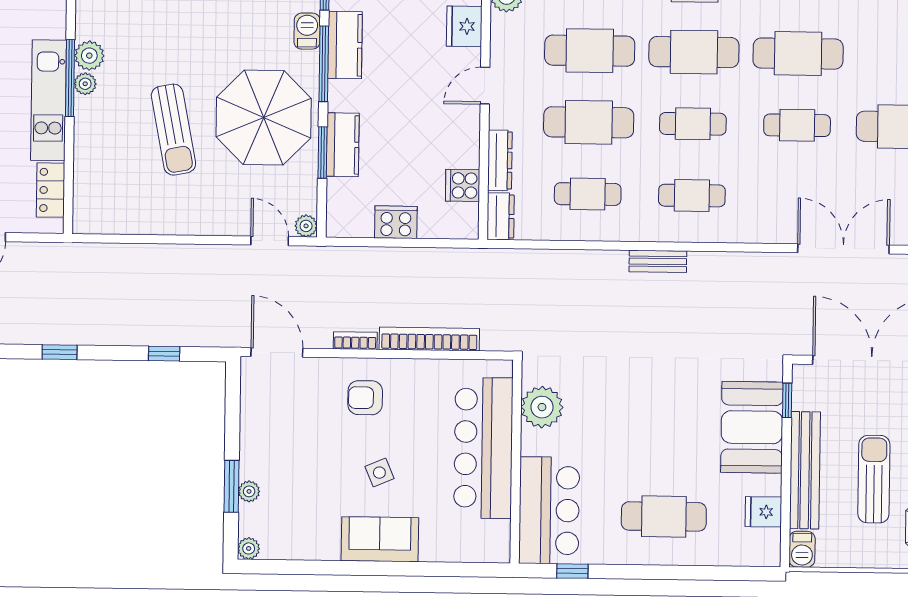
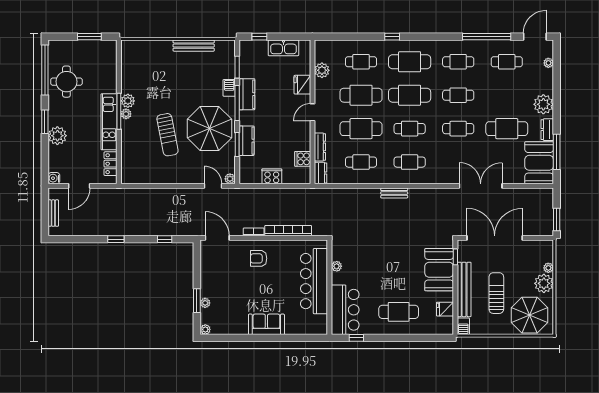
cafe table: (798, 54) -> (458, 95), width x0.73, depth x0.74
plant: (542, 407) -> (337, 266), width x0.53, depth x0.53
side table: (379, 473) -> (266, 293), removed

